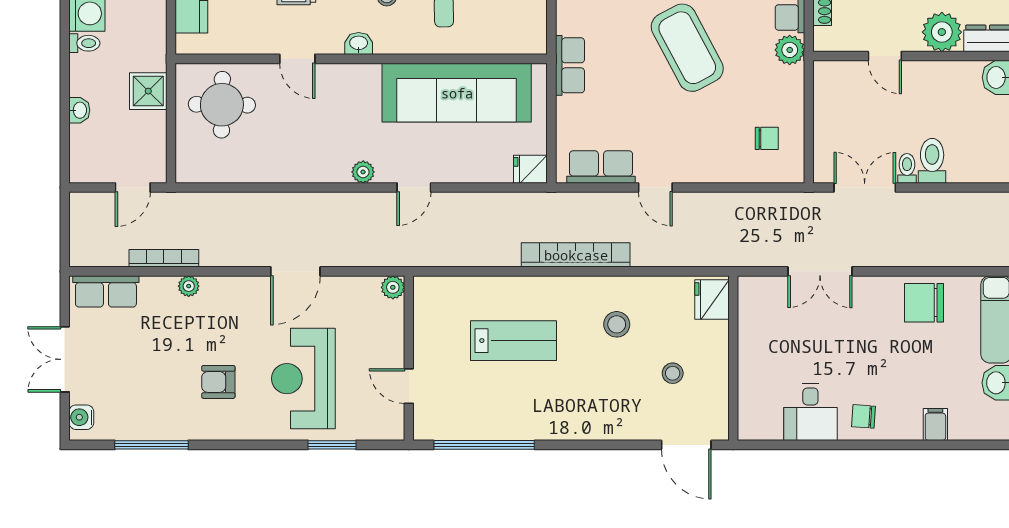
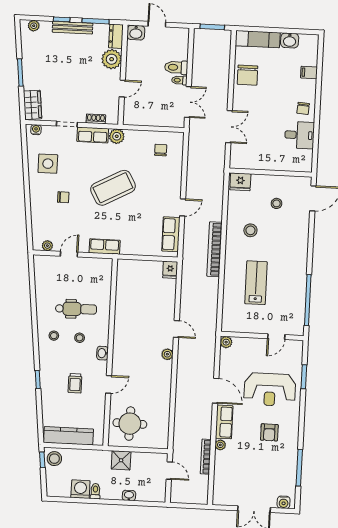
row of seats: (570, 65) -> (105, 247), moved
sofa: (457, 93) -> (130, 305), removed
double door: (865, 187) -> (188, 102), swing flipped
row of seats: (106, 291) -> (224, 422), moved

